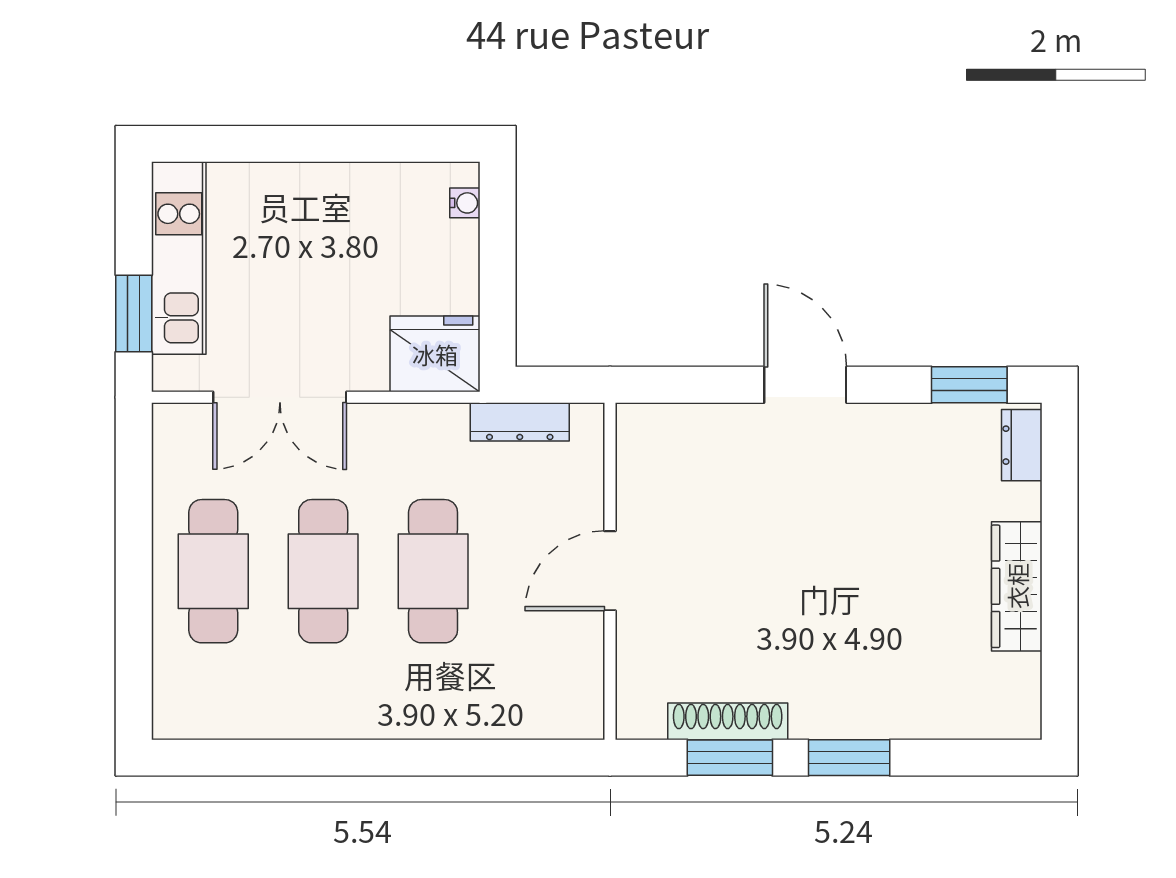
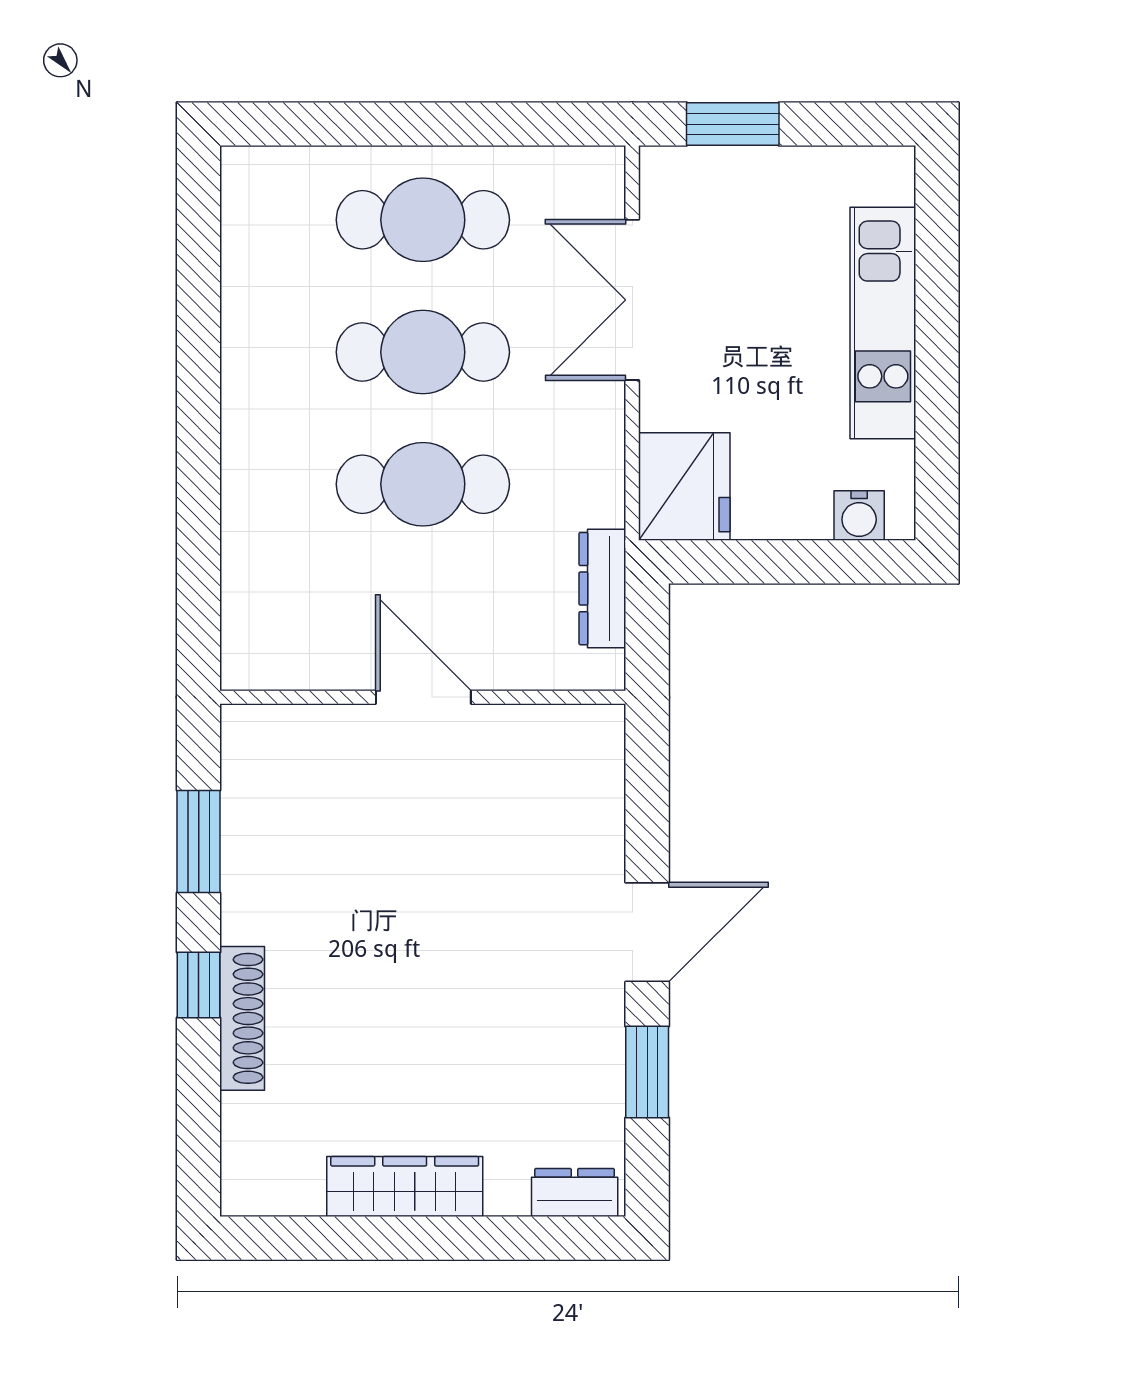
water cooler: (465, 203) -> (859, 515), width x1.38, depth x1.38
kitchen unit: (179, 258) -> (883, 323), moved, turned 90
window: (969, 385) -> (647, 1072), moved
shoe rack: (728, 721) -> (242, 1018), moved
window: (849, 758) -> (199, 985), width x0.67

